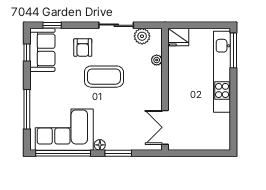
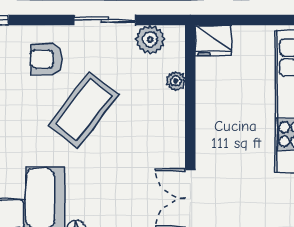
armchair: (83, 48) -> (46, 59), turned 90
coffee table: (104, 77) -> (83, 110), turned -52

